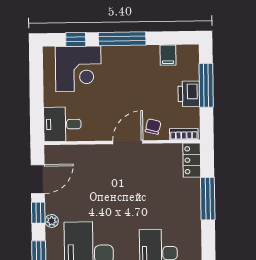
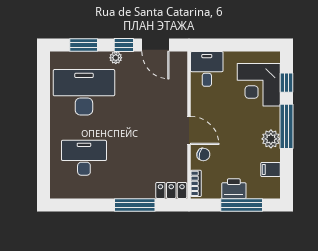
plant: (135, 55) -> (271, 139), added

